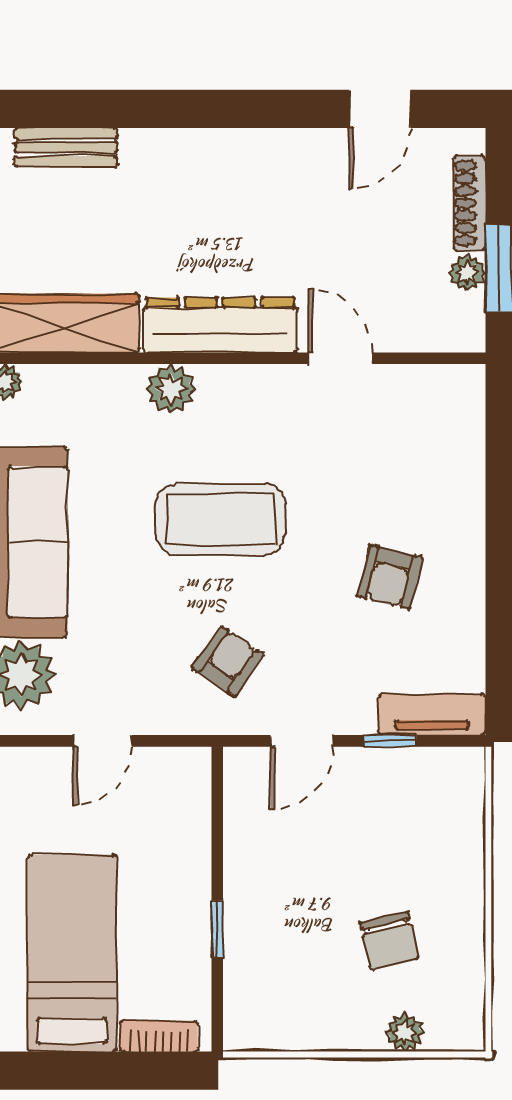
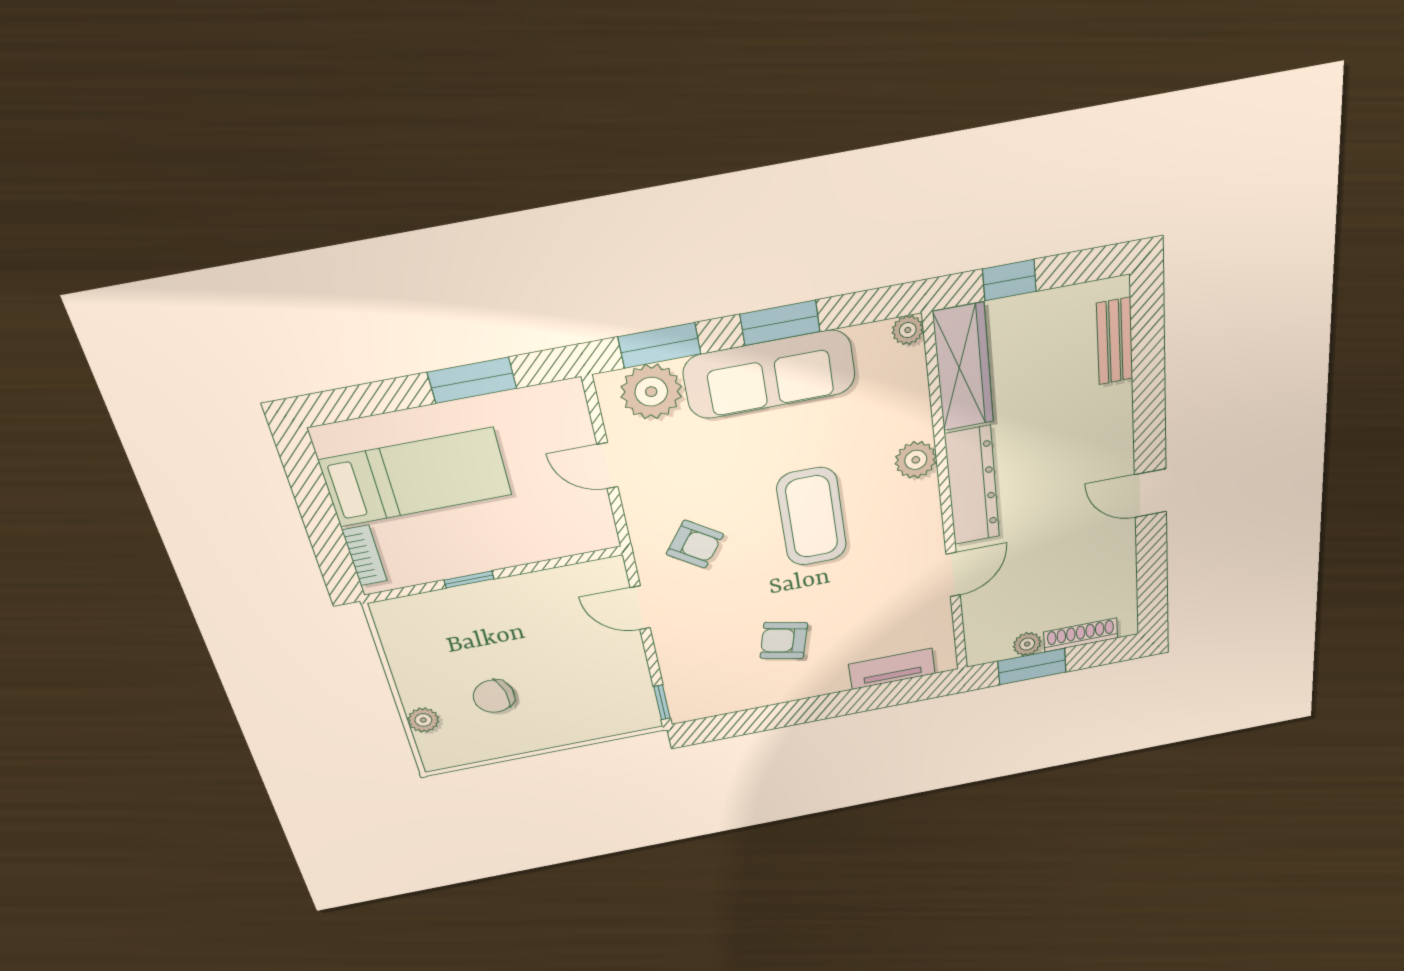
door: (380, 109) -> (1150, 493), moved
tv unit: (432, 715) -> (892, 669), moved, turned -90
window: (390, 741) -> (662, 702), moved

